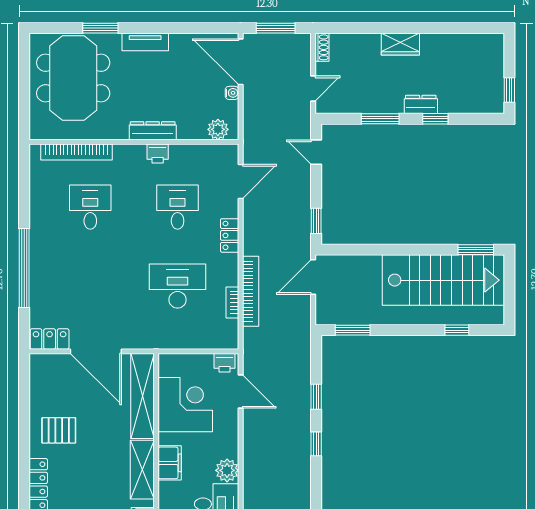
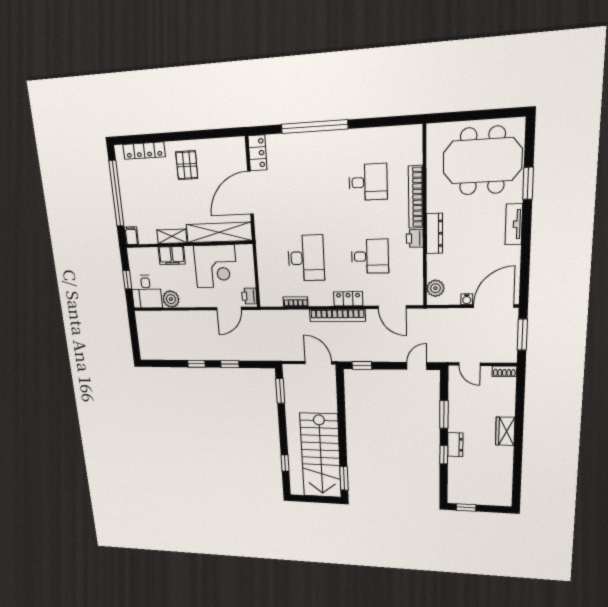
bookcase: (77, 152) -> (416, 197), moved
bookcase: (251, 291) -> (337, 315), moved
shelving: (142, 470) -> (172, 236), width x0.67, depth x0.75

